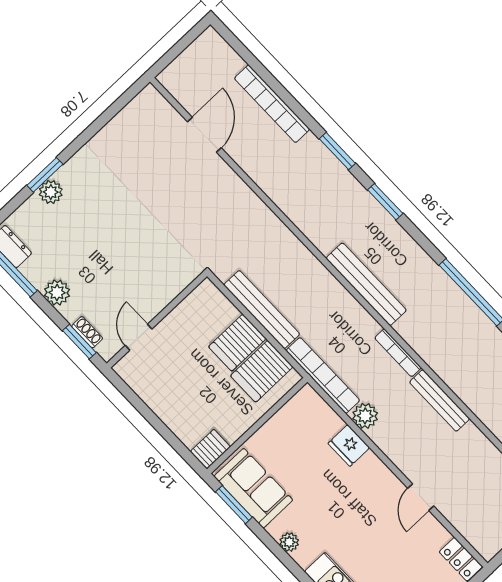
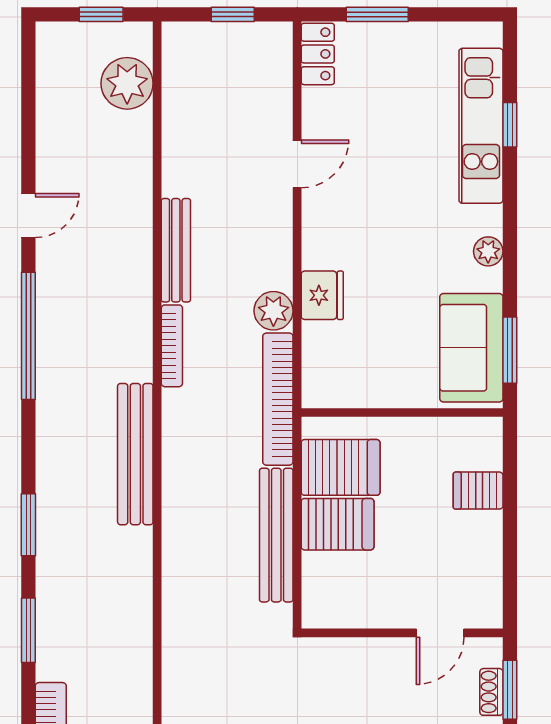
server rack: (210, 449) -> (478, 491), moved

